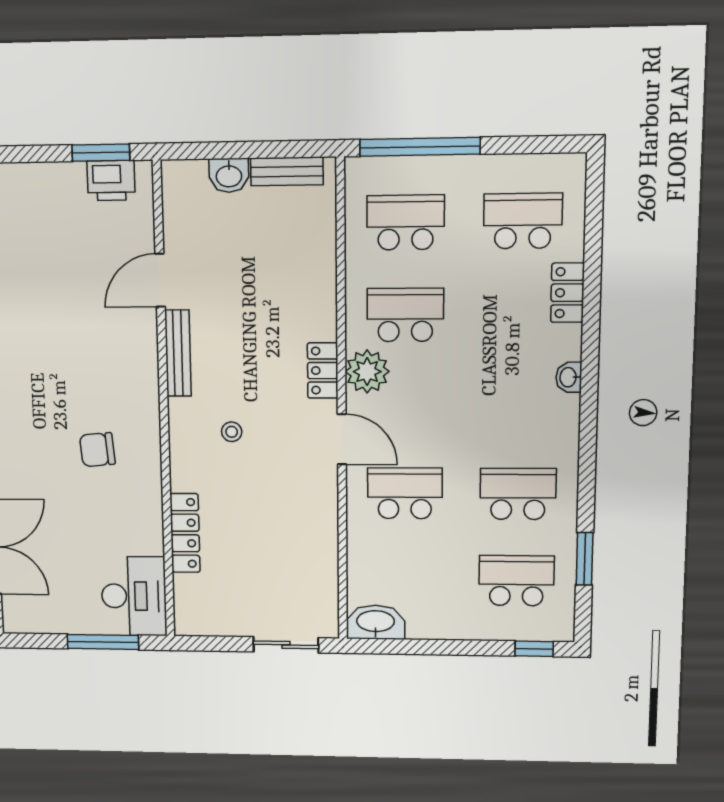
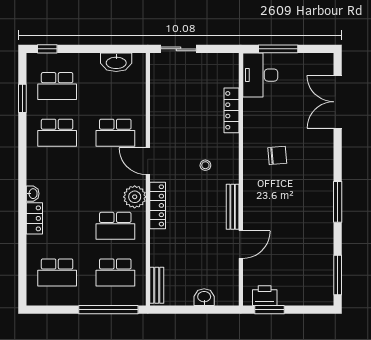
bench: (287, 171) -> (157, 285), moved, turned 90
locker: (567, 293) -> (34, 218), moved
locker: (323, 371) -> (158, 205), width x1.53
washbasin: (376, 622) -> (116, 62), moved

